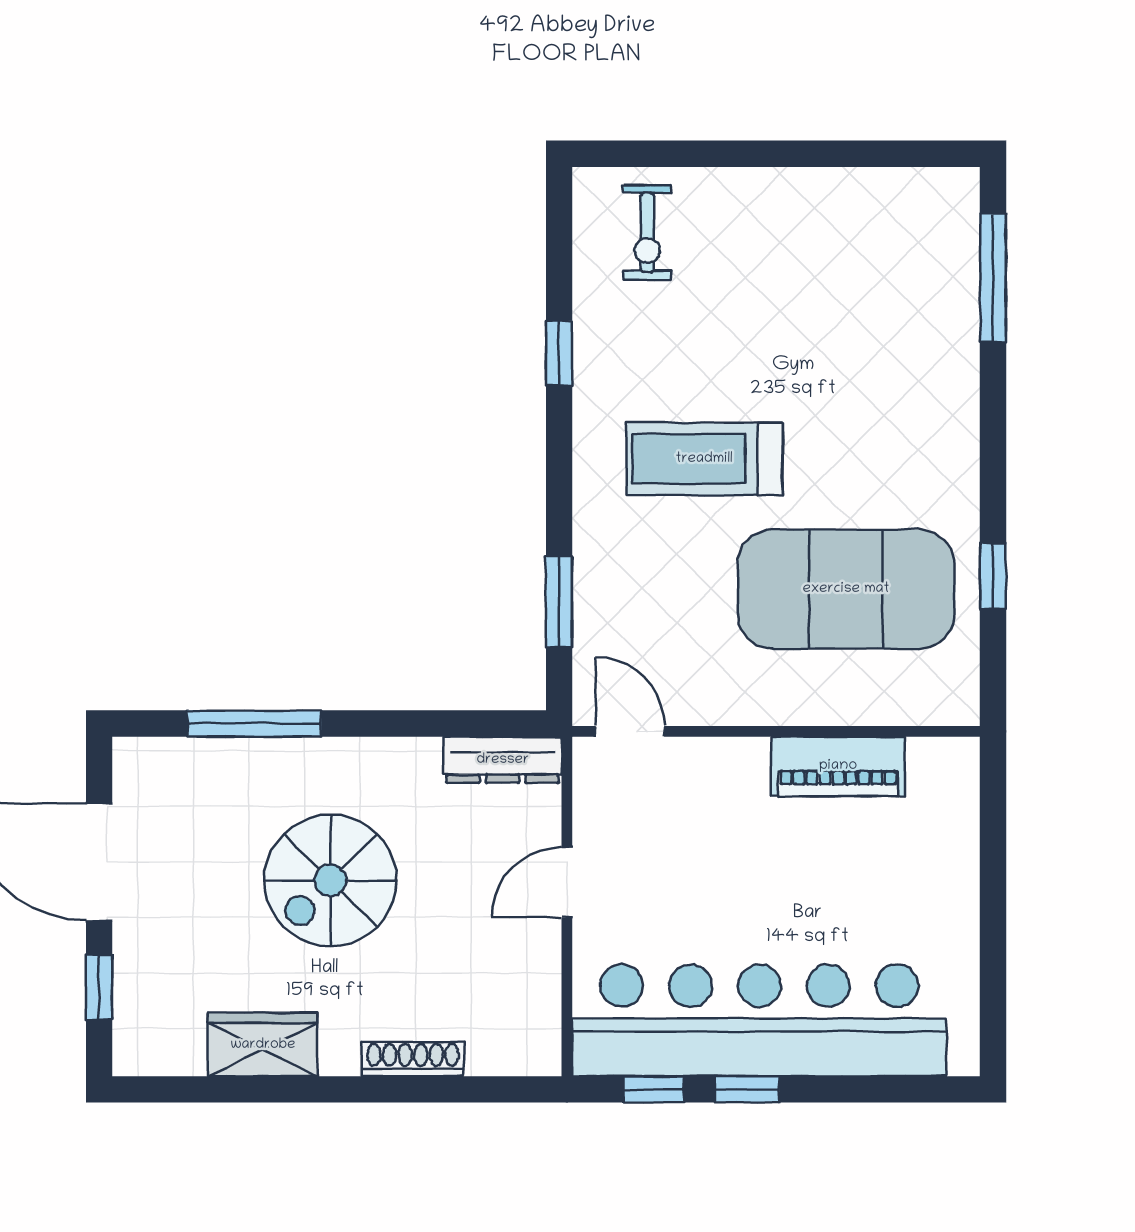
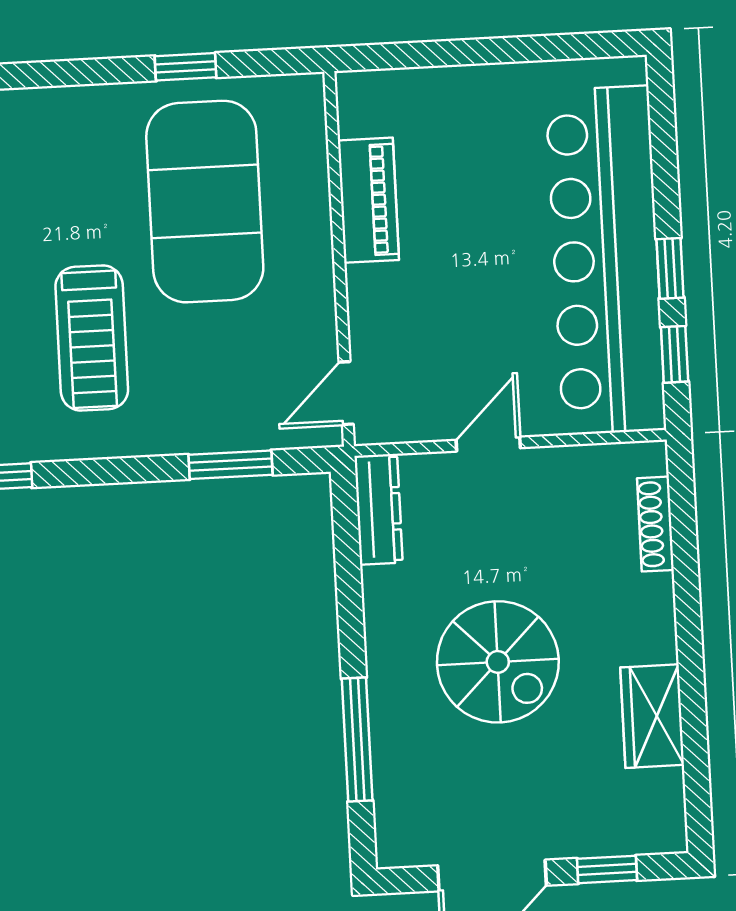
door: (567, 882) -> (488, 444), swing flipped
shoe rack: (413, 1059) -> (655, 524), moved

